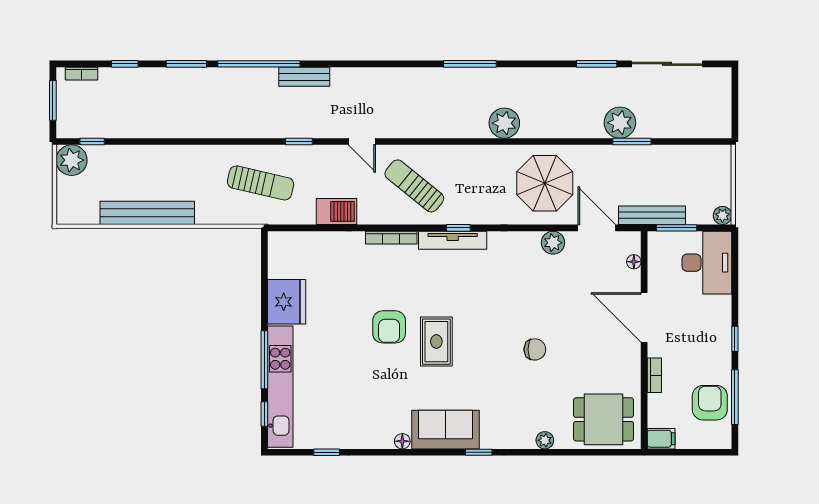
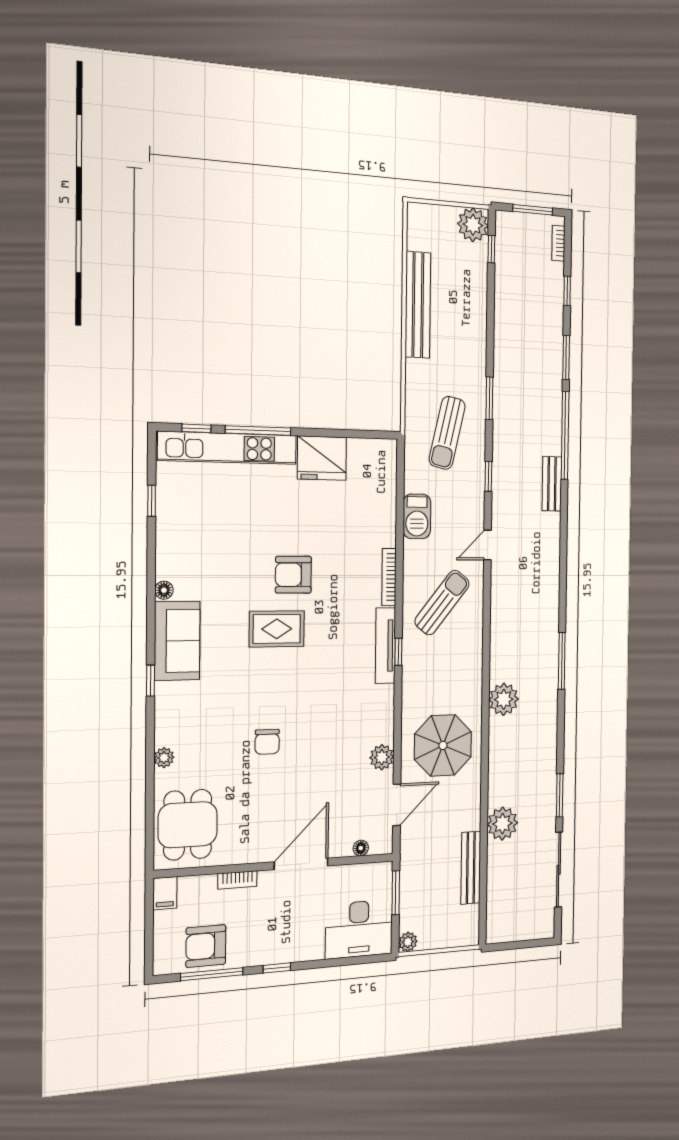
window: (632, 142) -> (489, 398), moved
bench: (652, 215) -> (471, 868), moved
armchair: (710, 403) -> (206, 946), turned 180

